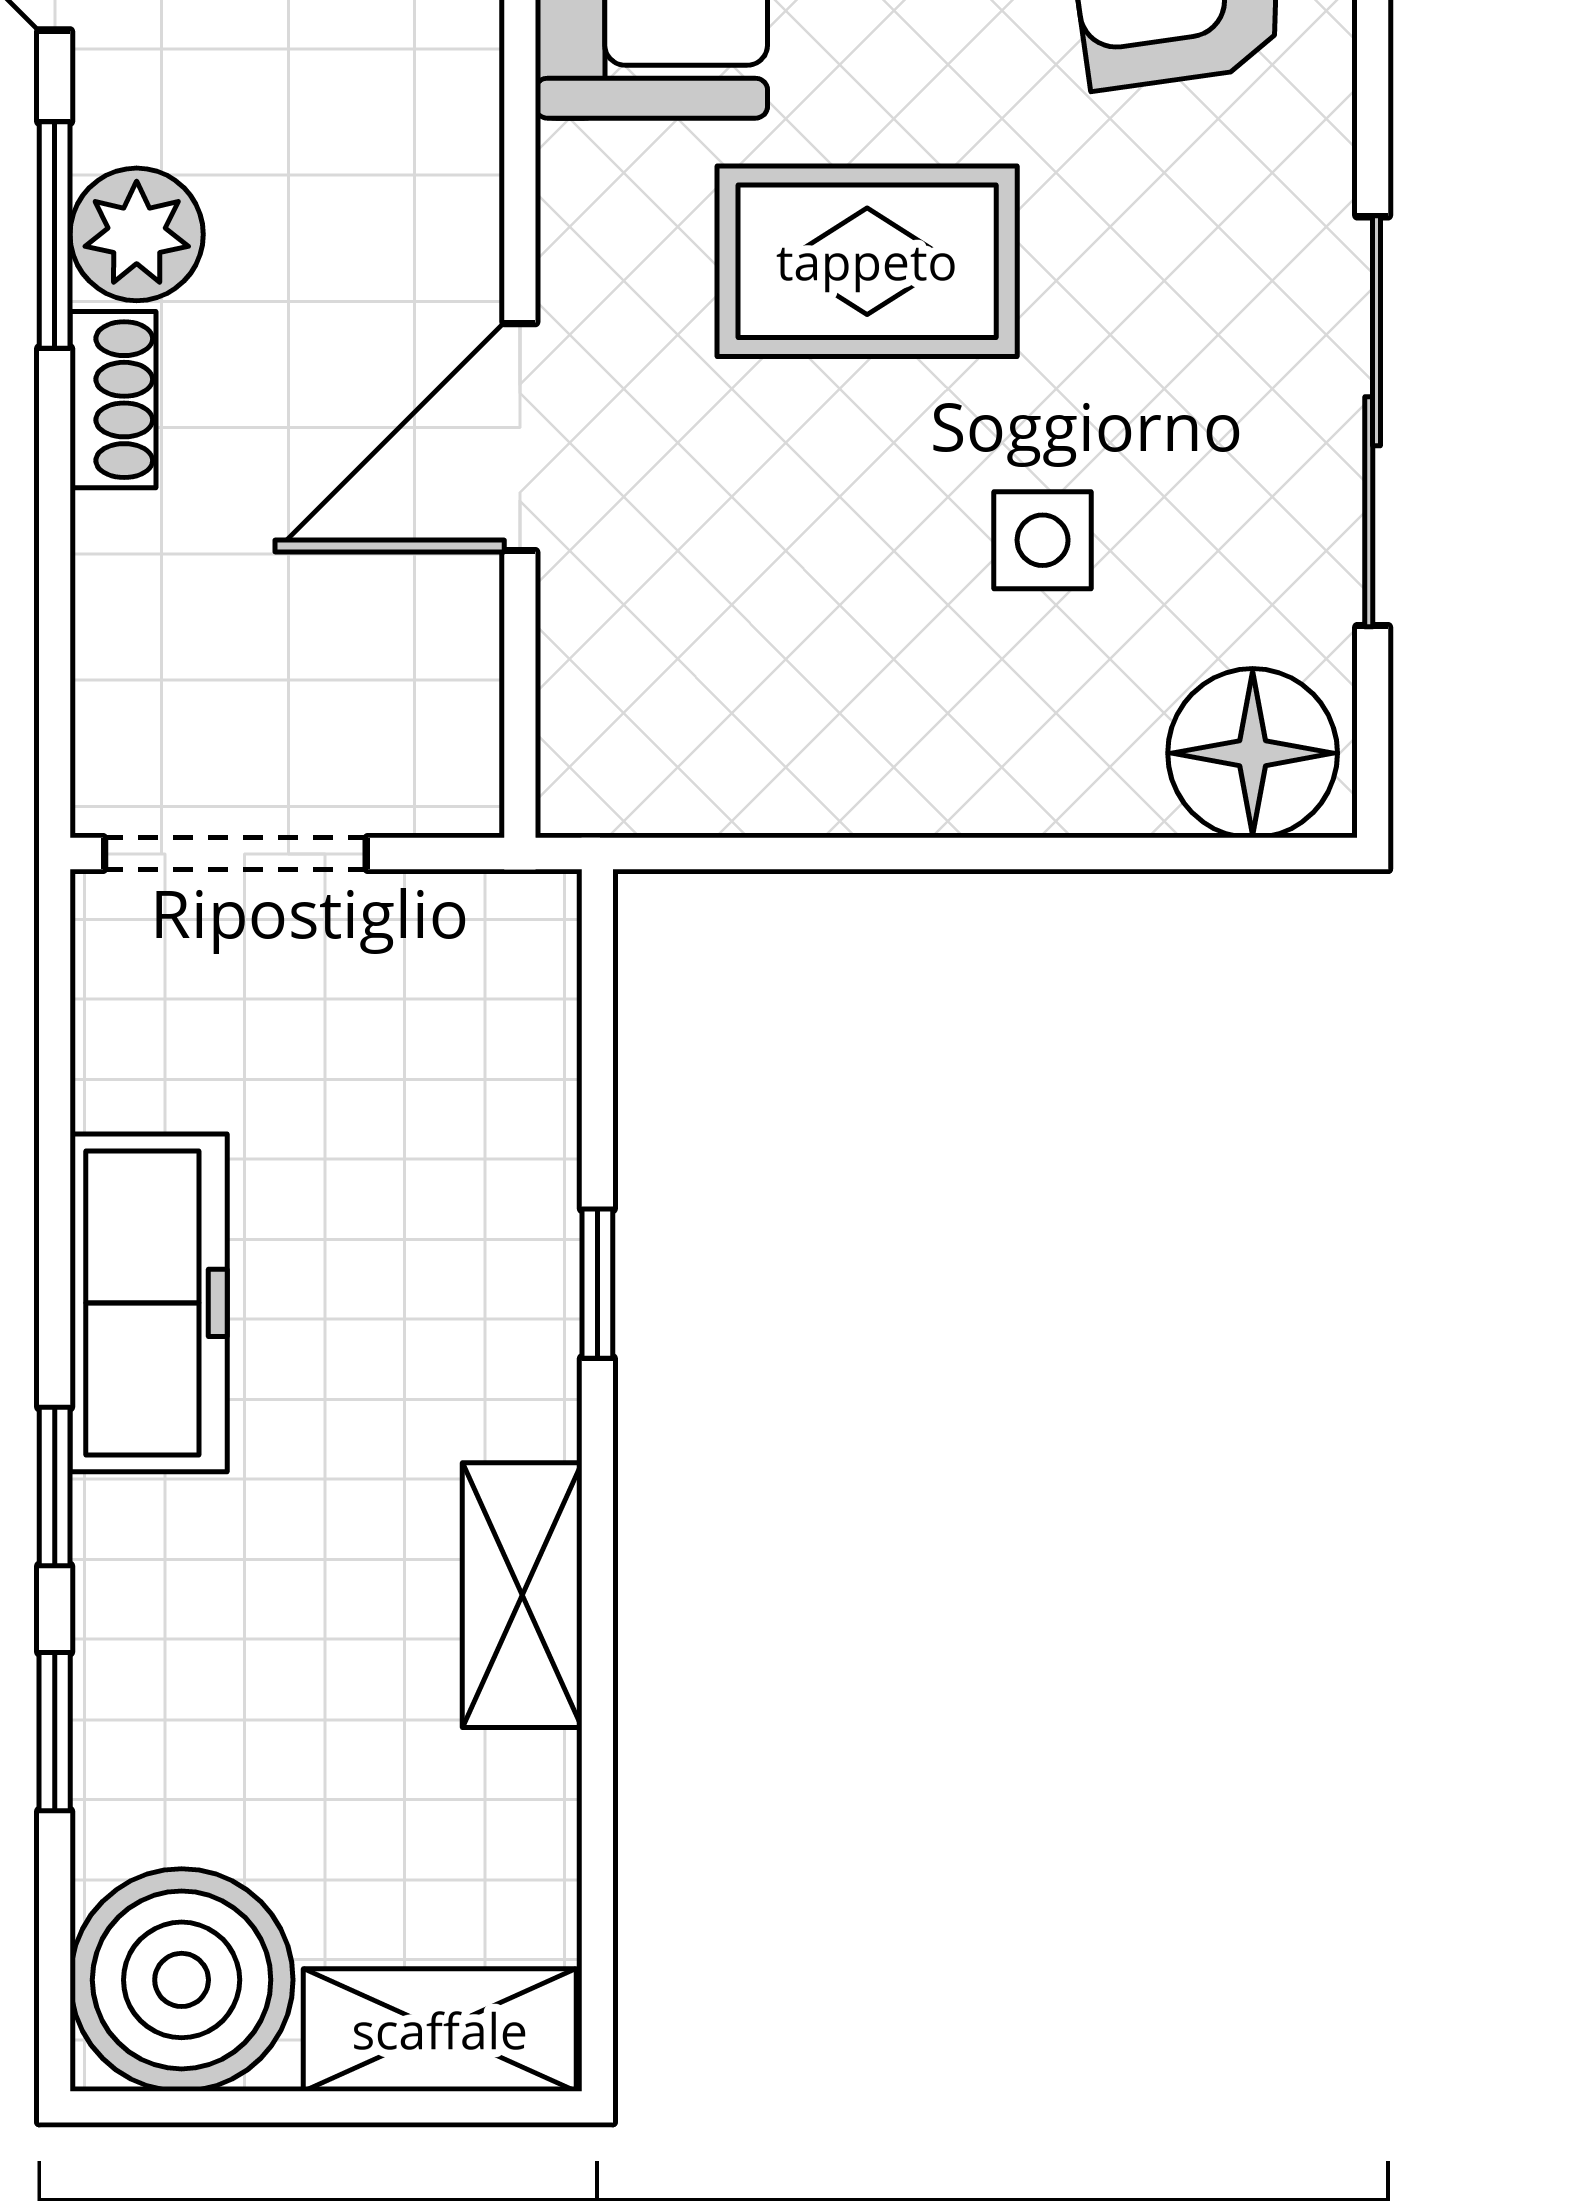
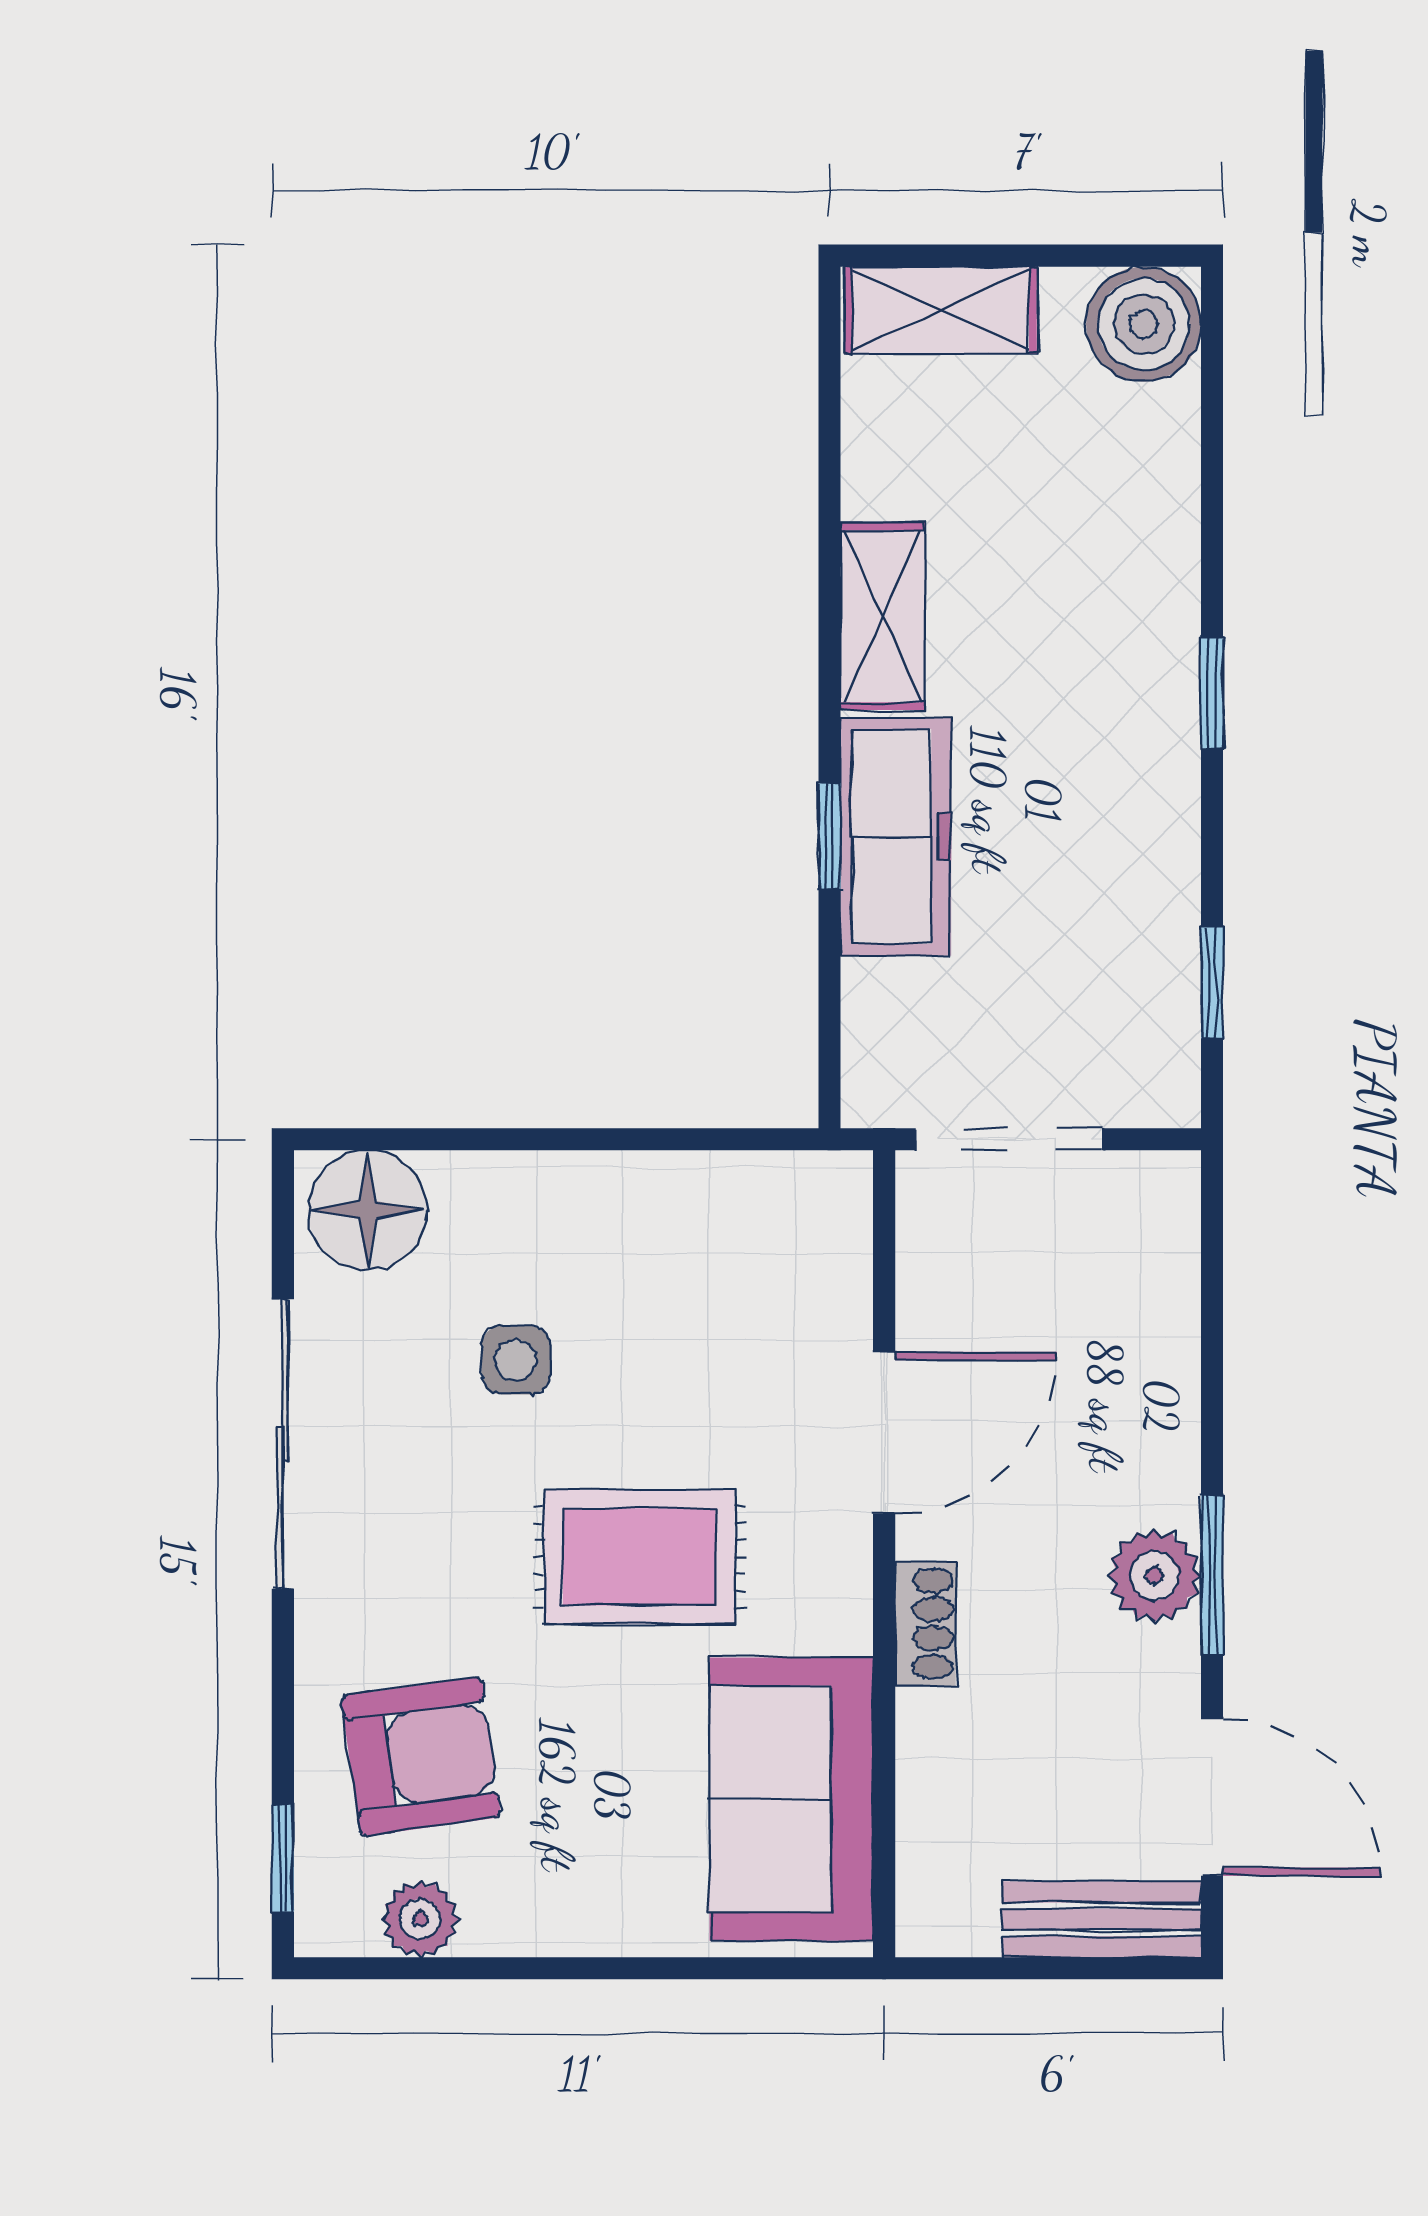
shoe rack: (113, 400) -> (925, 1624), moved, turned 180
doorway: (235, 854) -> (1009, 1139), moved
freezer: (149, 1303) -> (896, 836), moved, turned 180
window: (55, 1732) -> (1212, 982), moved
boiler: (182, 1980) -> (1144, 324), width x0.73, depth x0.73

